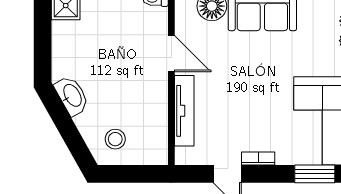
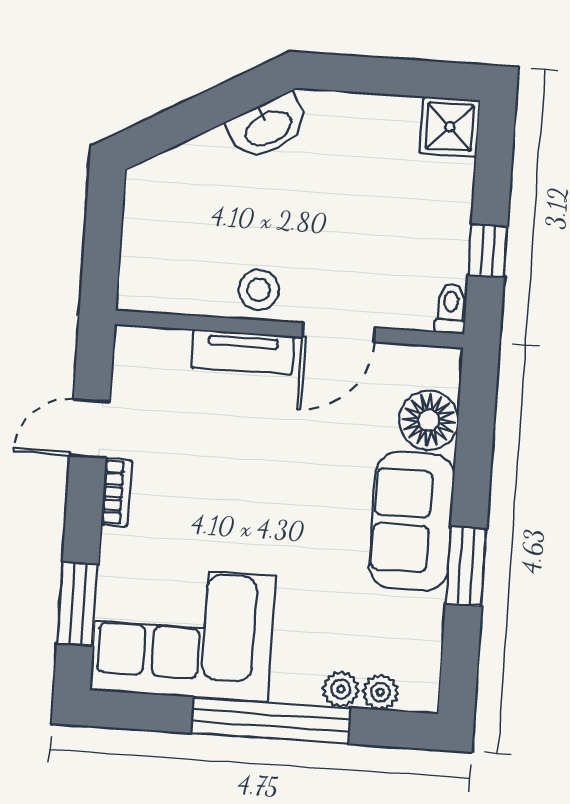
tv unit: (184, 111) -> (243, 352), width x0.71
stool: (115, 139) -> (259, 290), moved

